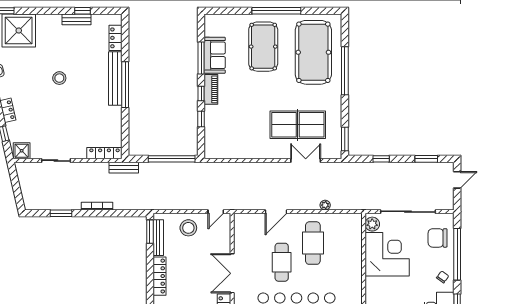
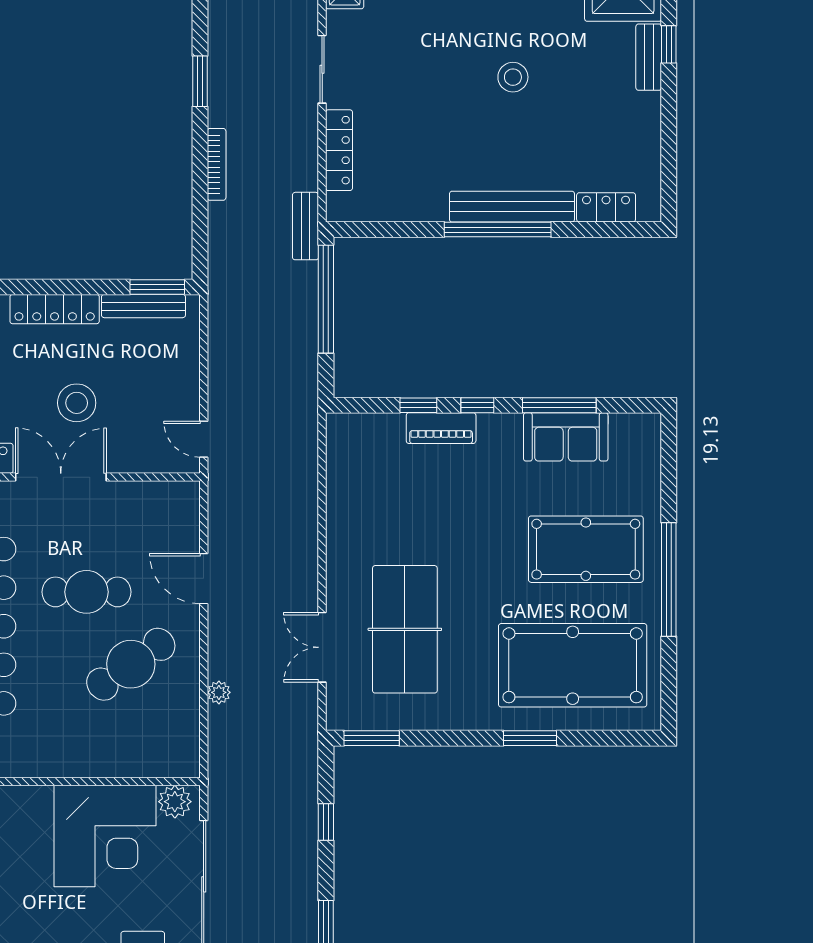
window: (82, 11) -> (669, 44), moved
bench: (77, 19) -> (649, 57), moved
window: (345, 71) -> (530, 738), width x0.47
piano: (211, 89) -> (441, 428), moved
locker: (104, 153) -> (339, 150), moved
window: (172, 159) -> (326, 299), moved
double door: (306, 161) -> (322, 647), swing flipped
stool: (188, 228) -> (77, 403), moved
cafe table: (313, 243) -> (131, 664), turned -35

